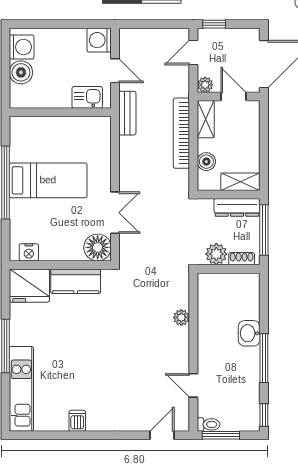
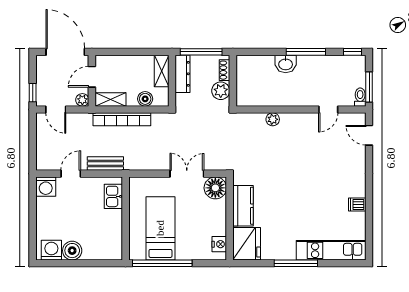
kitchen sink: (87, 97) -> (113, 196), moved
wall: (60, 112) -> (126, 218), moved

